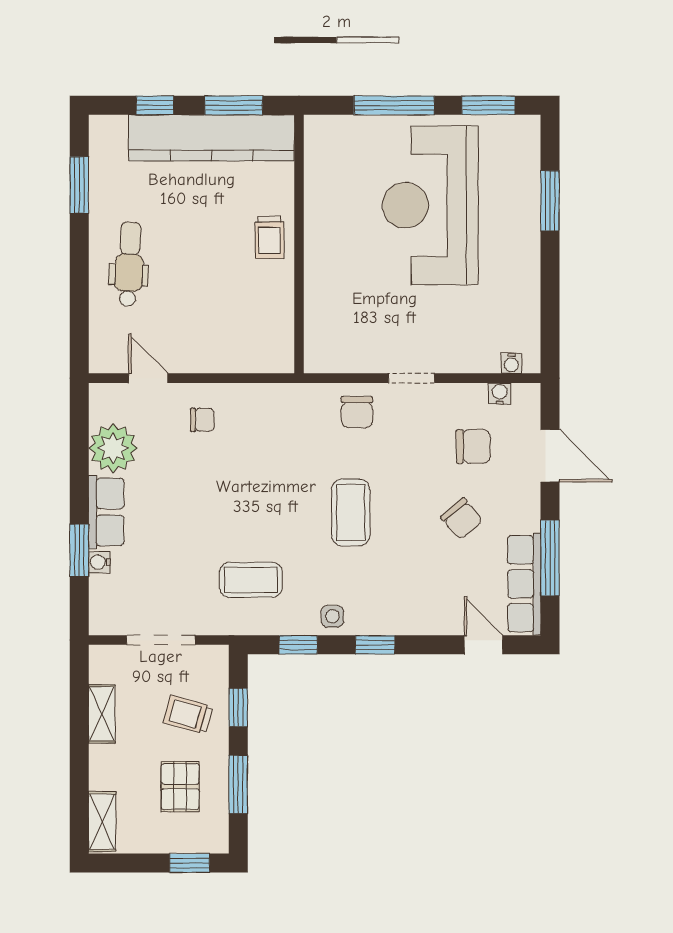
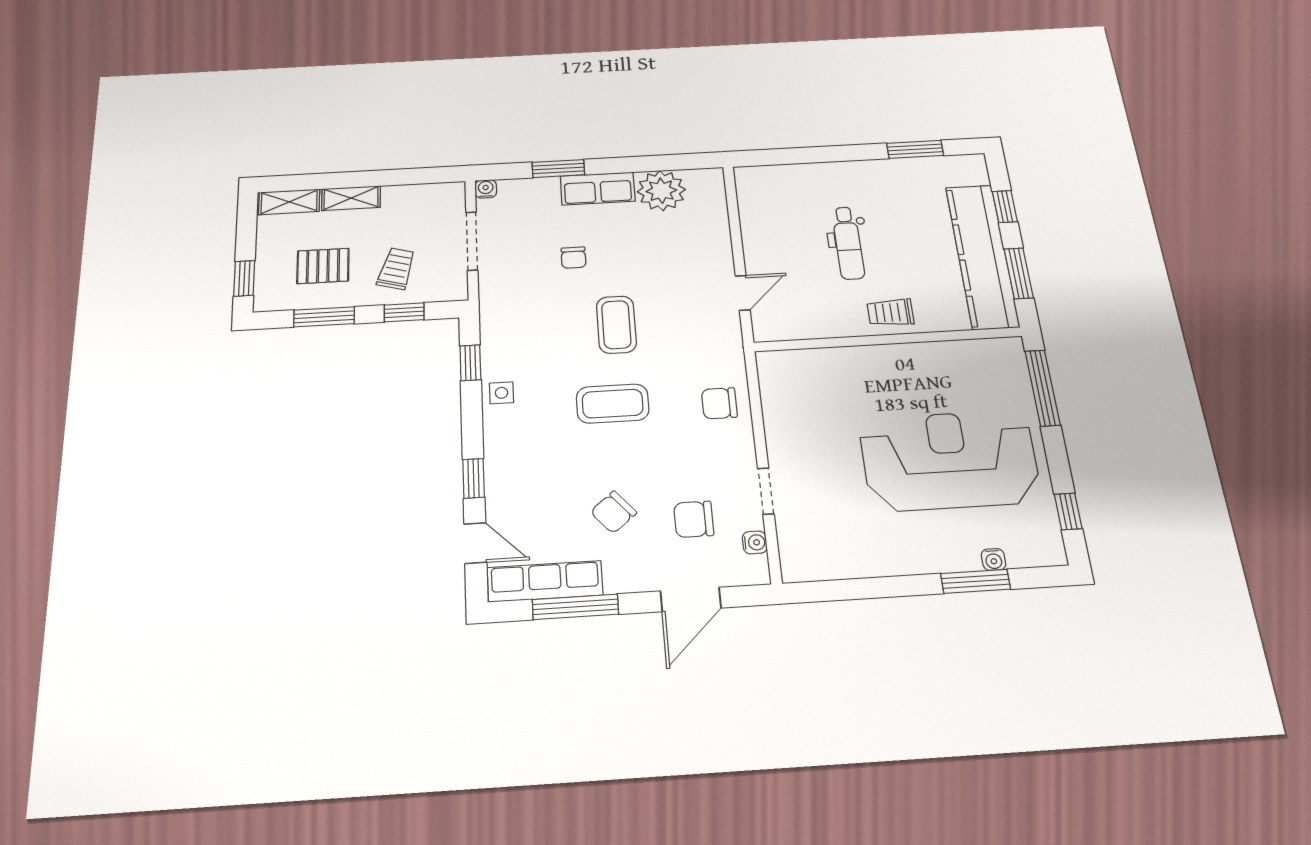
window: (394, 105) -> (1043, 388), moved
window: (488, 105) -> (1068, 511), width x0.67
dental chair: (129, 264) -> (848, 243), moved, turned 87
water cooler: (511, 363) -> (994, 560), moved, turned -90
door: (148, 378) -> (743, 293), moved
doorway: (411, 378) -> (766, 491), moved
chair: (202, 420) -> (574, 258), moved
chair: (473, 446) -> (694, 519), turned 90
water cooler: (99, 562) -> (486, 189), moved
coffee table: (251, 580) -> (616, 325), moved
window: (375, 645) -> (474, 478), moved
door: (483, 645) -> (475, 543), hinge flipped
shelving: (102, 714) -> (351, 198), moved

